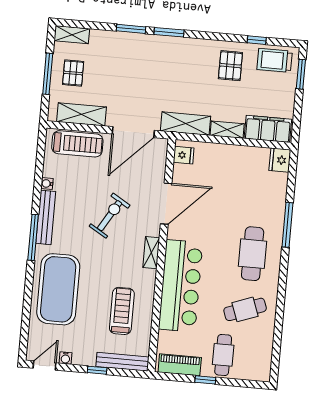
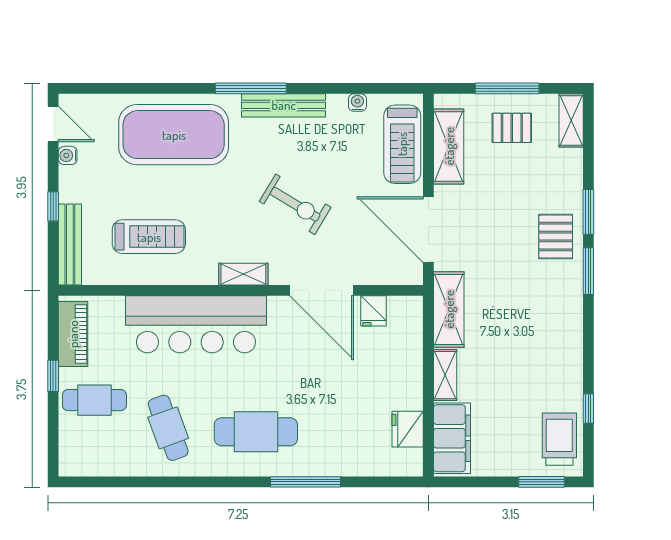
pallet: (230, 66) -> (556, 236), moved, turned 90
fridge: (184, 155) -> (374, 311), moved
fridge: (280, 160) -> (408, 429), moved, turned -90
water cooler: (47, 184) -> (357, 103), moved

